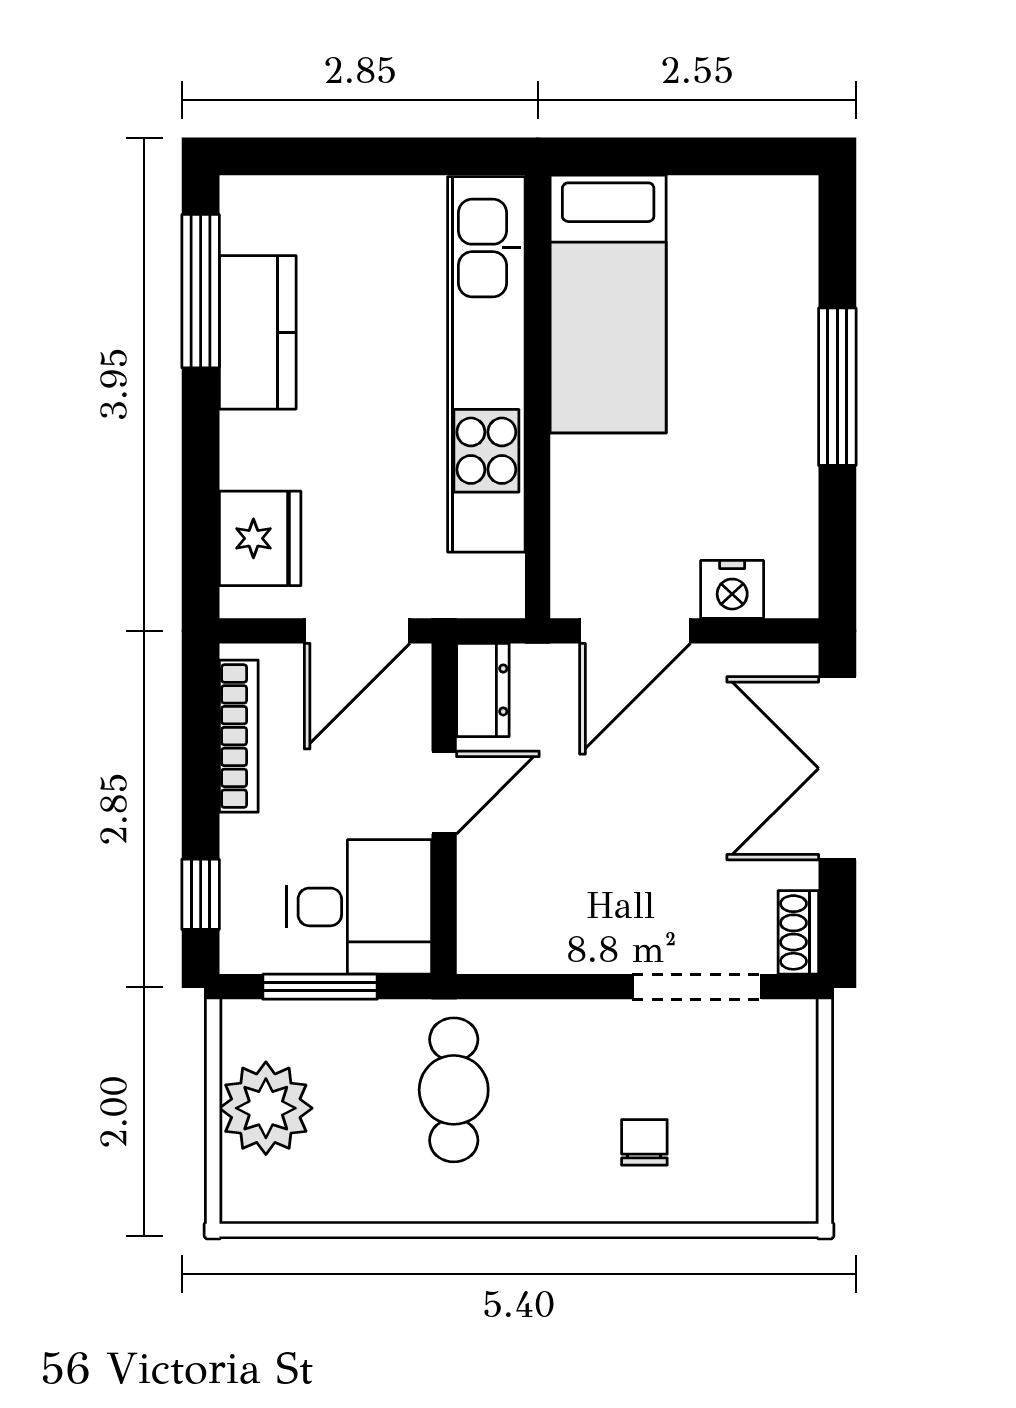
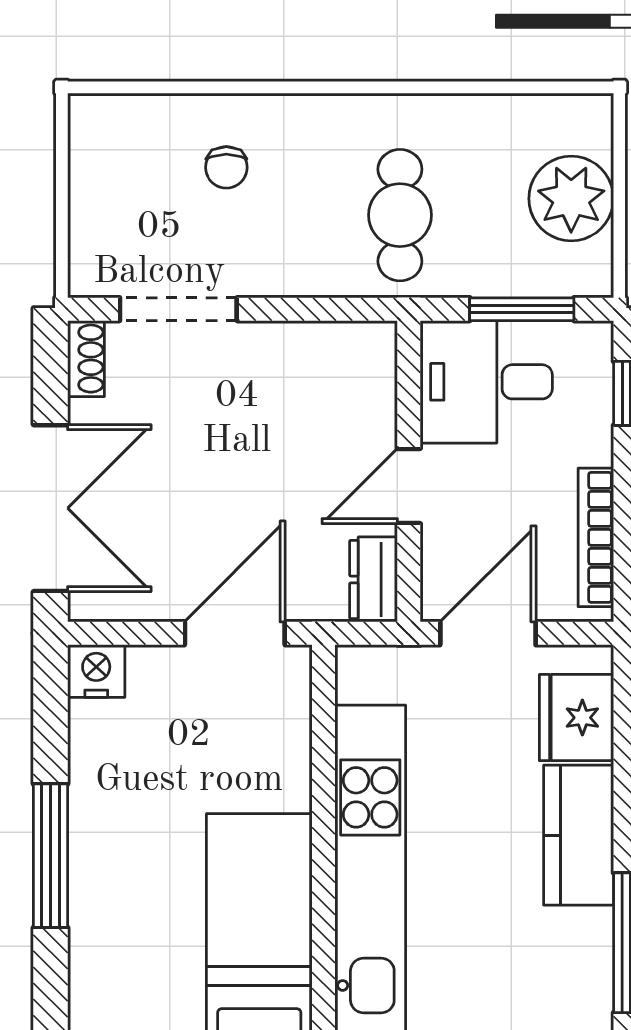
kitchen counter: (258, 332) -> (579, 835), moved
nightstand: (732, 589) -> (96, 671), moved

